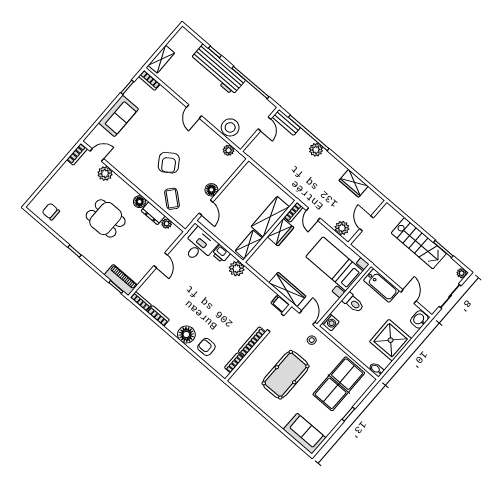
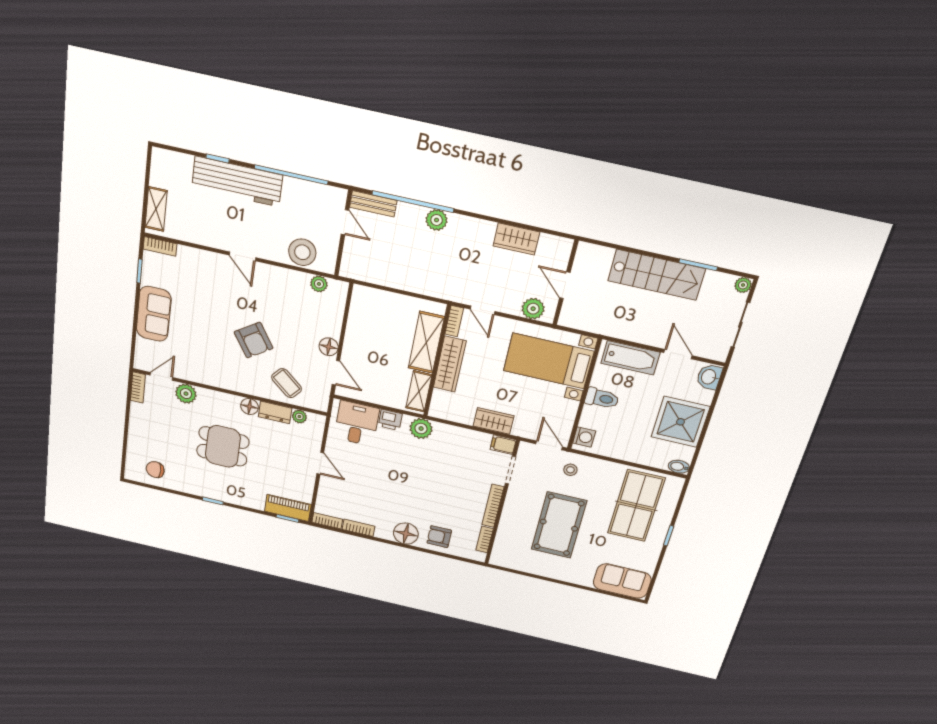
wardrobe: (281, 232) -> (450, 364), width x1.50
wardrobe: (287, 289) -> (494, 421), width x0.67

